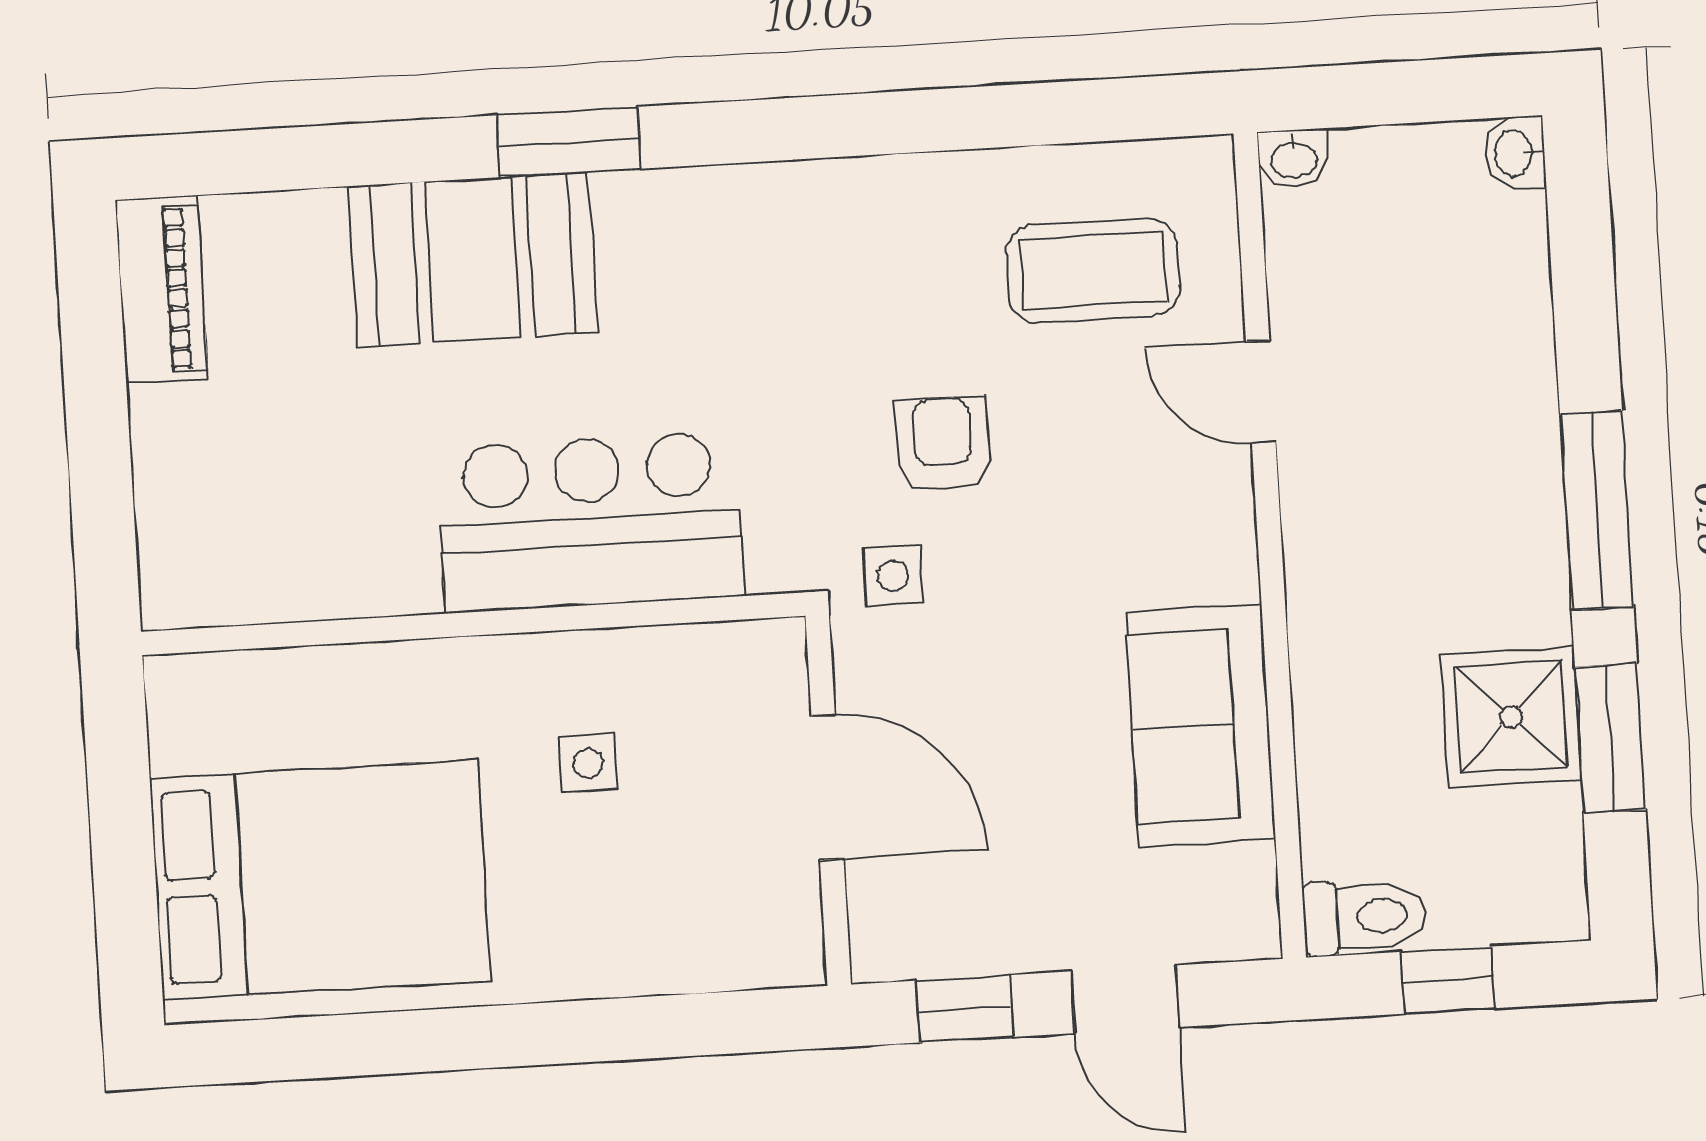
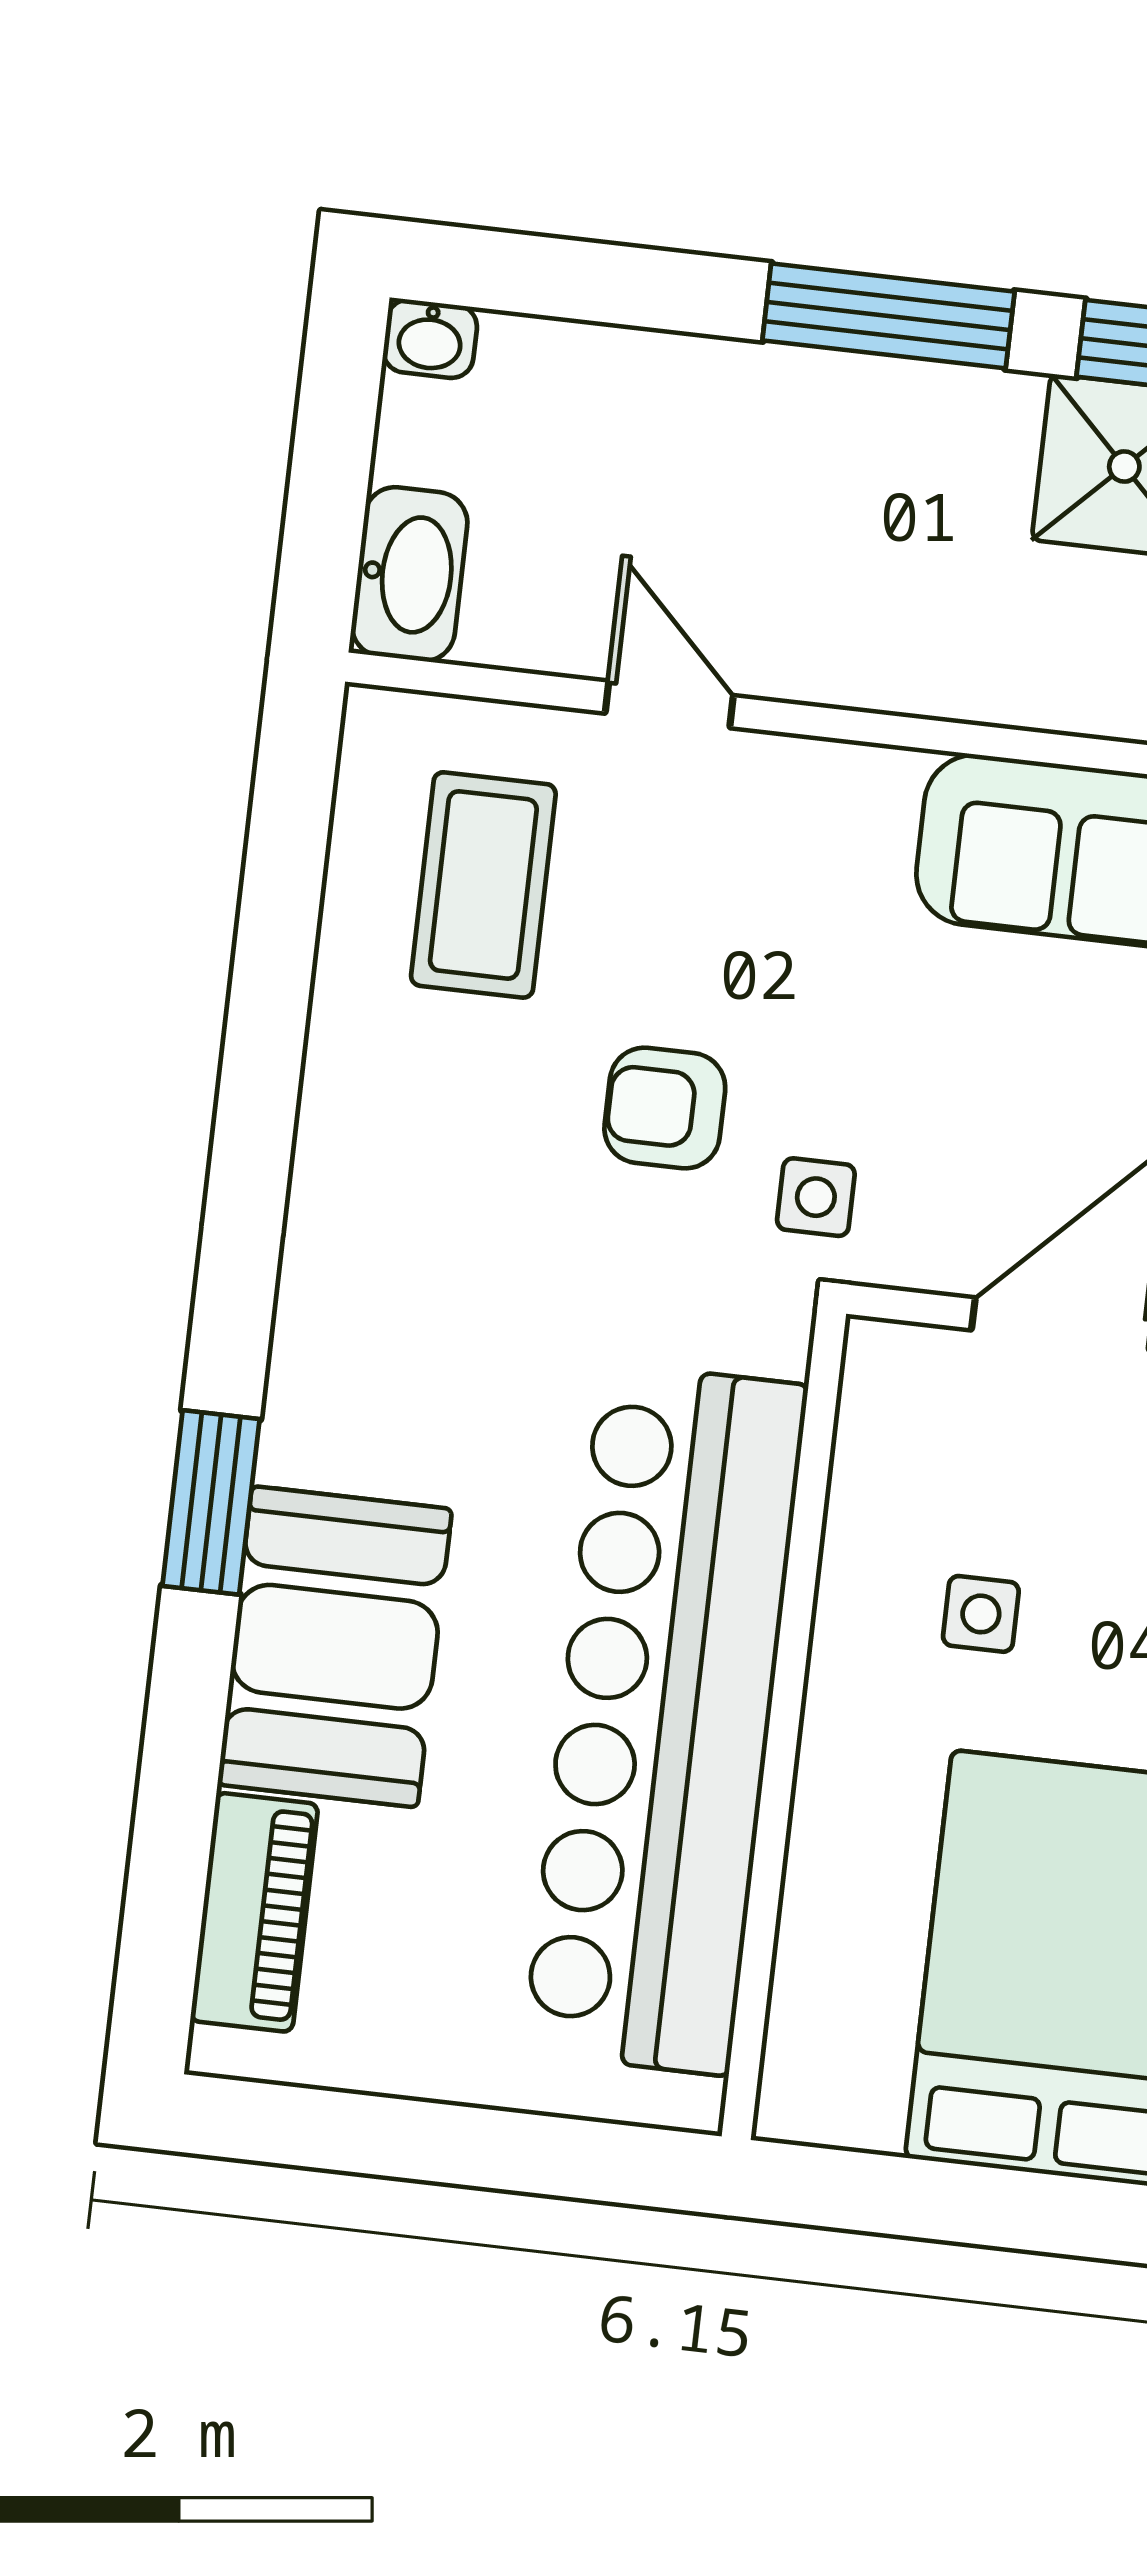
washbasin: (1294, 159) -> (410, 574), width x1.91, depth x1.45
piano: (162, 289) -> (254, 1912), moved, turned 90
door: (1261, 392) -> (669, 704), swing flipped
bar counter: (590, 522) -> (665, 1719), width x1.86

